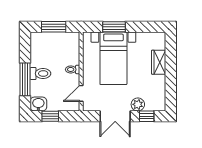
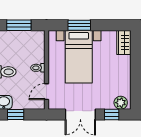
wardrobe: (159, 62) -> (124, 42), moved
plant: (138, 104) -> (121, 103), moved

